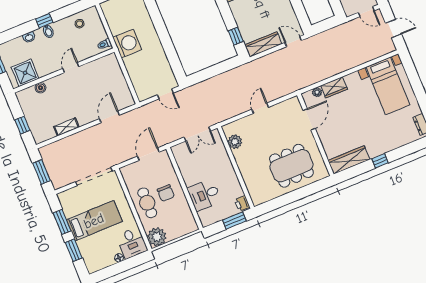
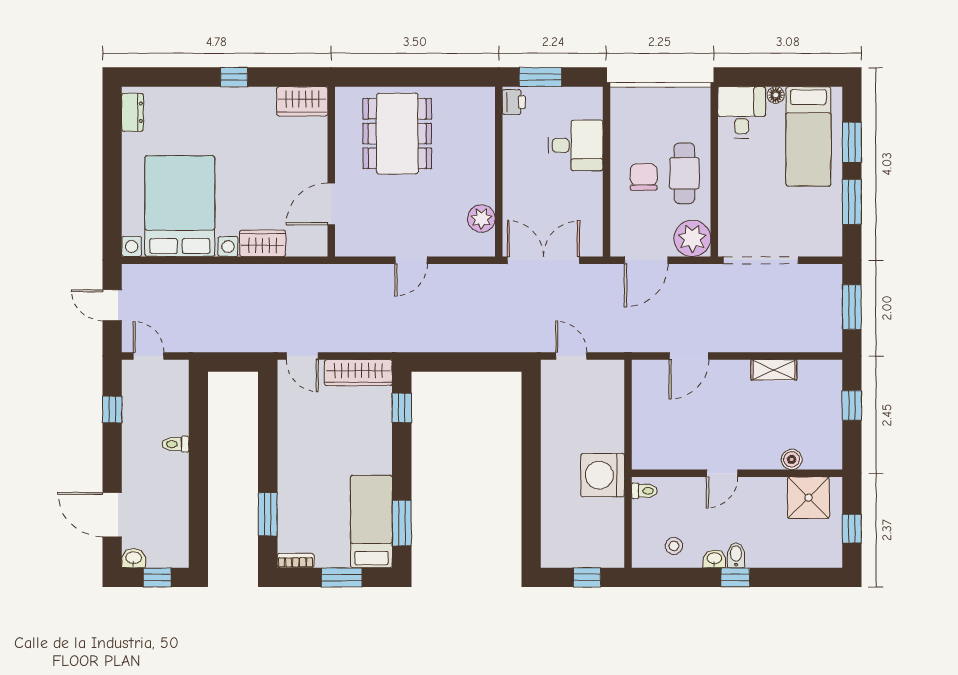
washbasin: (29, 37) -> (714, 559), moved
bed with nightstands: (388, 86) -> (180, 206), width x1.36
plant: (317, 92) -> (297, 247), removed
double door: (197, 134) -> (543, 260), width x1.37
wardrobe: (349, 160) -> (302, 101), width x0.67
dining table: (291, 166) -> (397, 134), turned 90
bed: (94, 221) -> (808, 136), moved, turned -90
plant: (157, 237) -> (692, 238), moved

